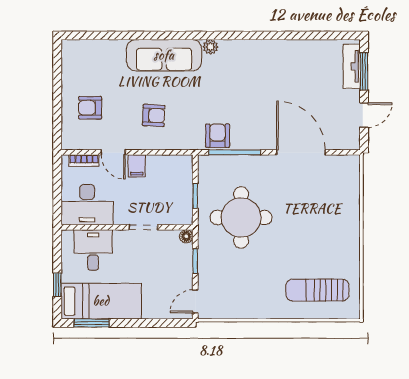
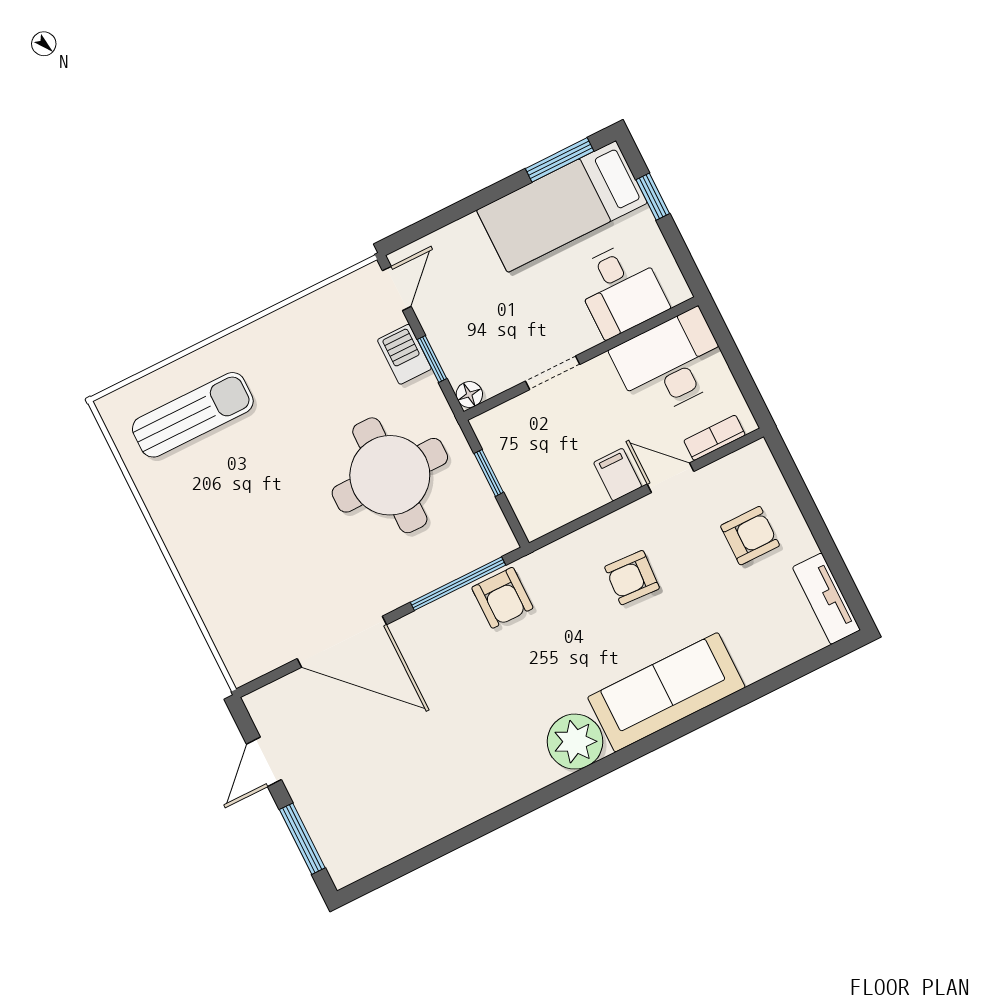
plant: (210, 47) -> (575, 742), width x1.88, depth x1.88
tv unit: (352, 66) -> (826, 599), moved, turned 180
barbecue: (207, 269) -> (404, 354), added

